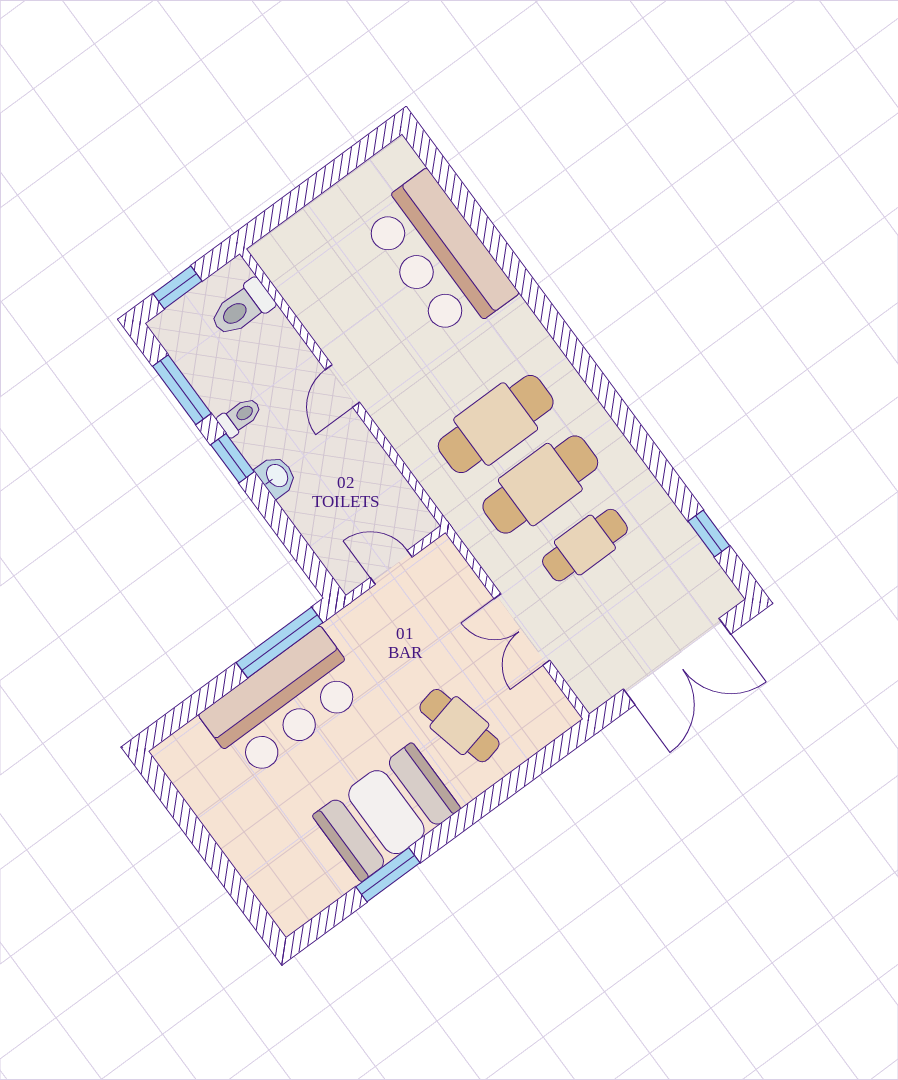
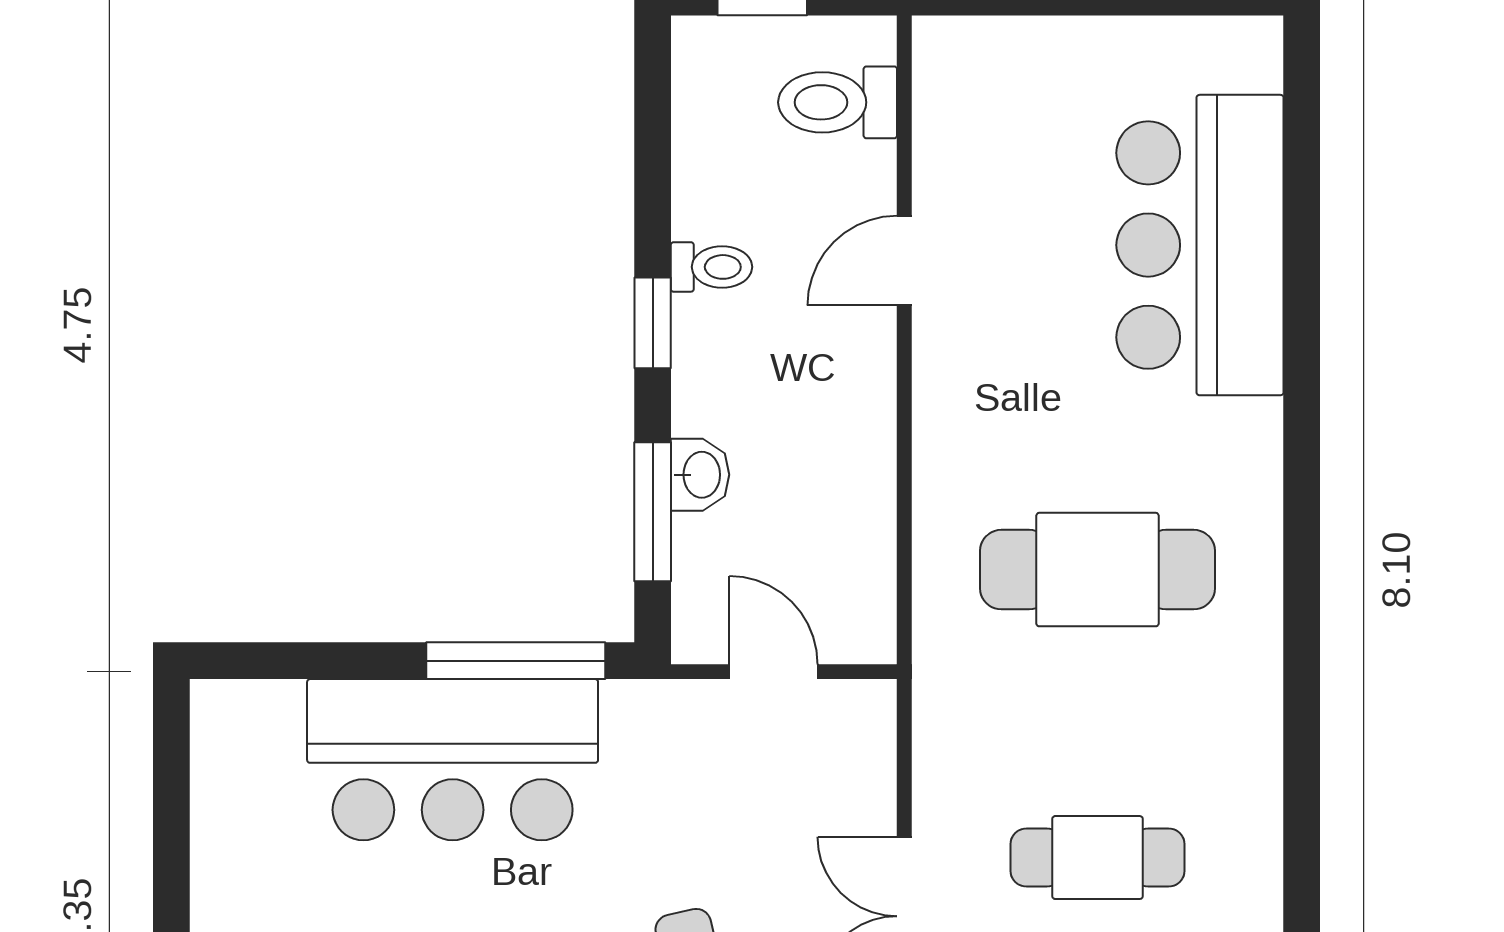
door: (342, 386) -> (904, 261), moved
window: (182, 390) -> (653, 512), moved
washbasin: (276, 476) -> (700, 475), moved
cafe table: (540, 485) -> (1098, 714), removed

